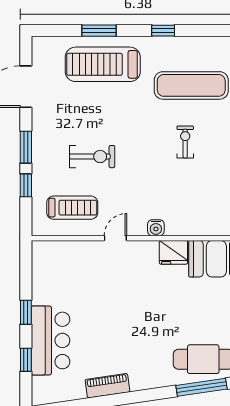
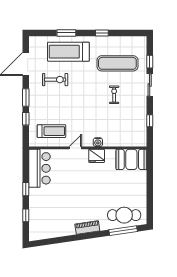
exercise bike: (92, 157) -> (55, 80), moved
fridge: (173, 252) -> (97, 156), moved
bar counter: (51, 340) -> (39, 168), moved
piano: (107, 386) -> (87, 227), moved

